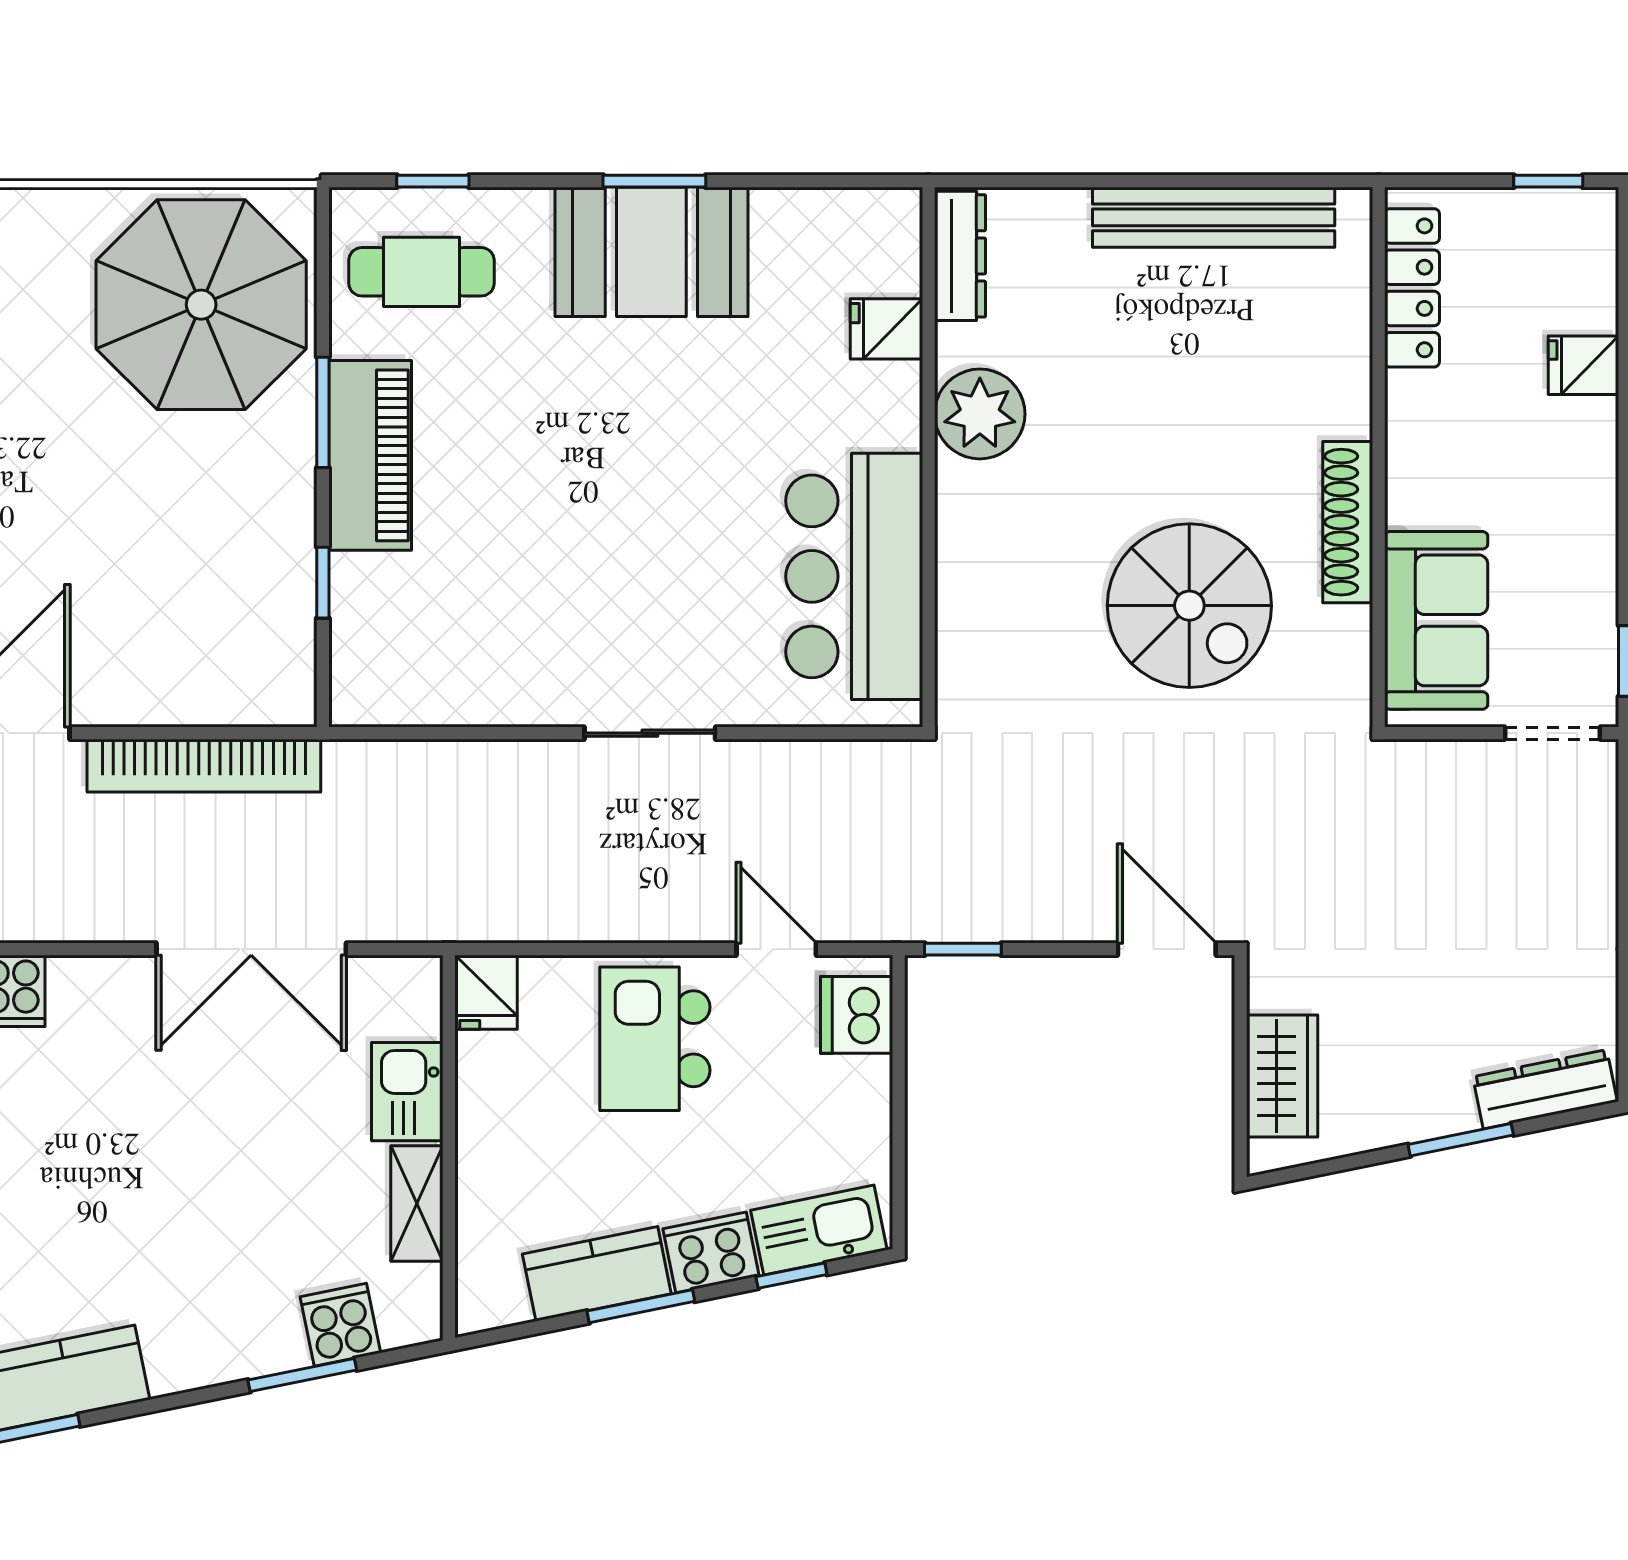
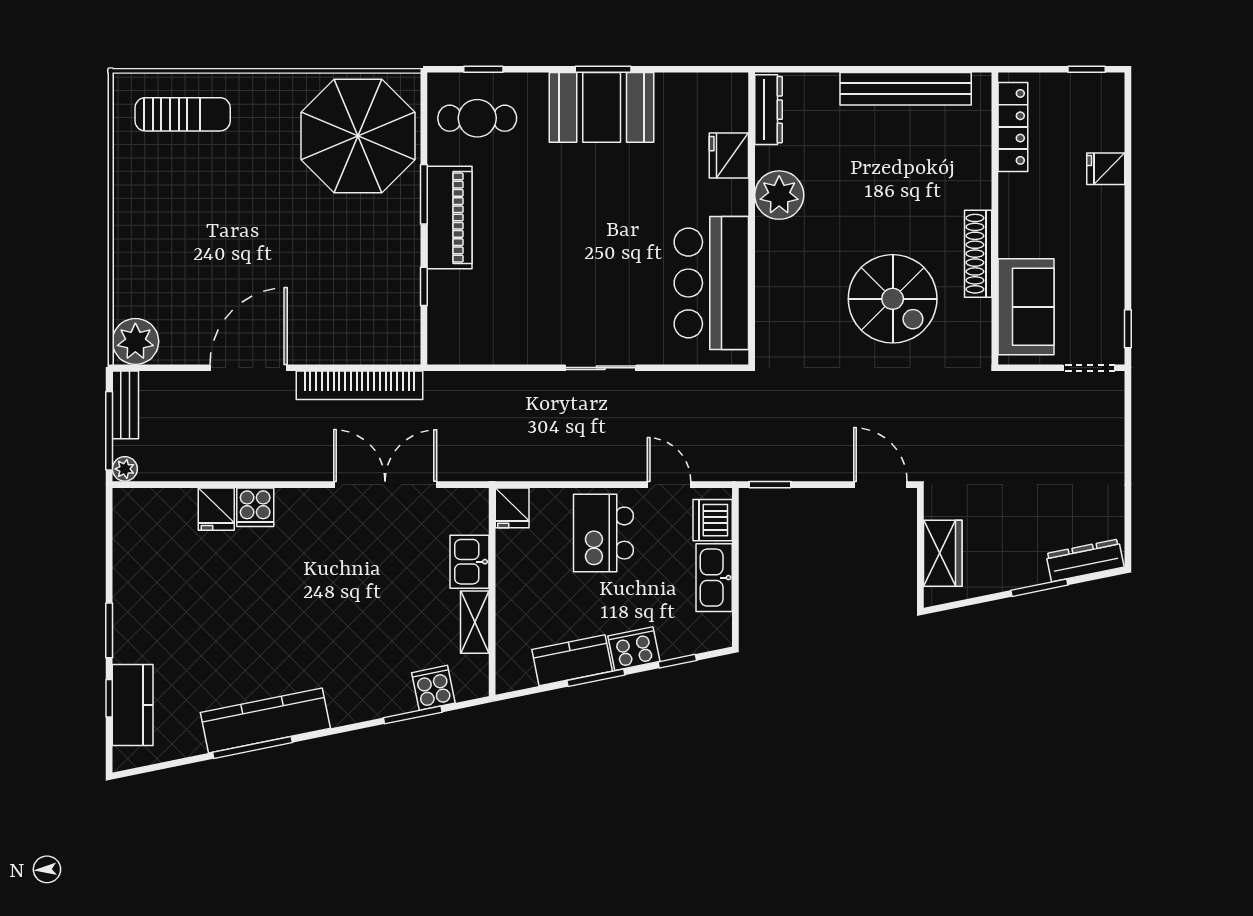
fridge: (887, 329) -> (729, 155), width x1.38
double door: (251, 949) -> (385, 485), swing flipped
kitchen sink: (819, 1230) -> (714, 578), moved, turned -79

